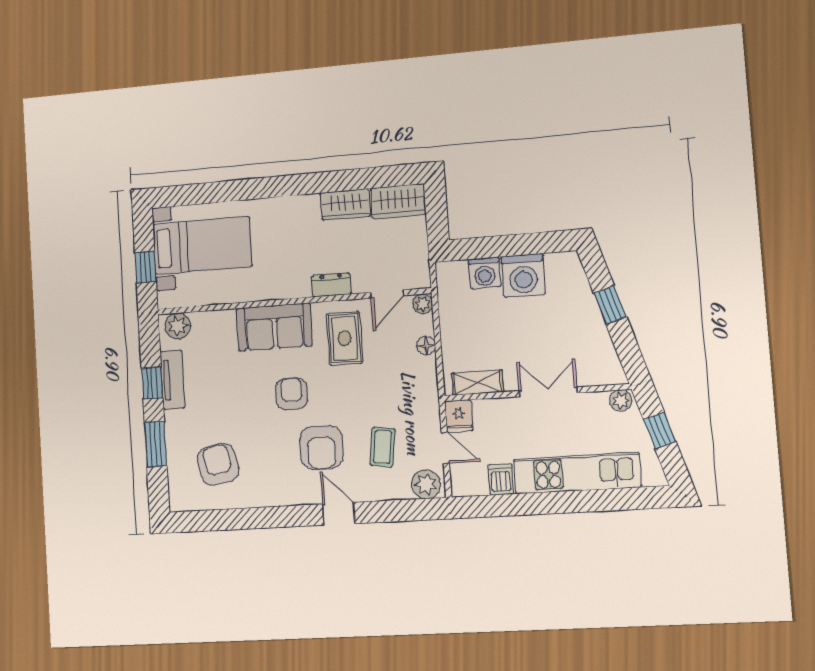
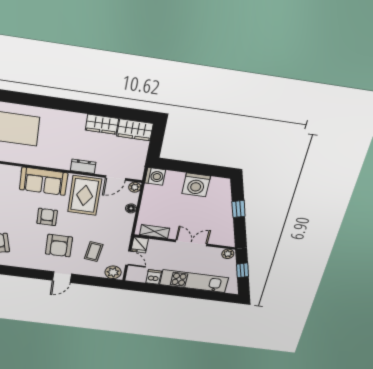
washing machine: (485, 273) -> (155, 176), moved, turned -90
rug: (345, 338) -> (85, 195), width x1.36, depth x1.43
door: (339, 514) -> (62, 277), swing flipped

